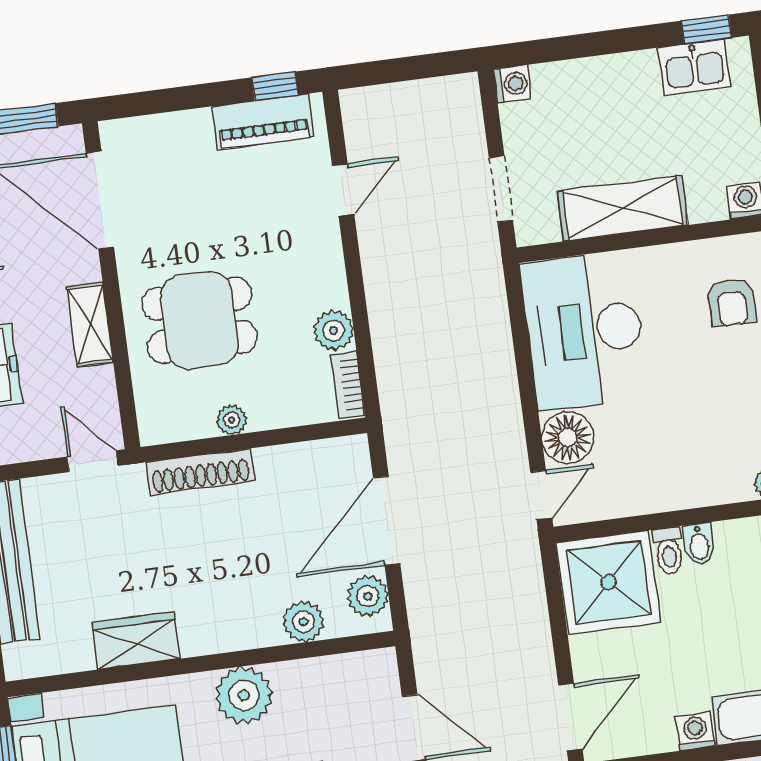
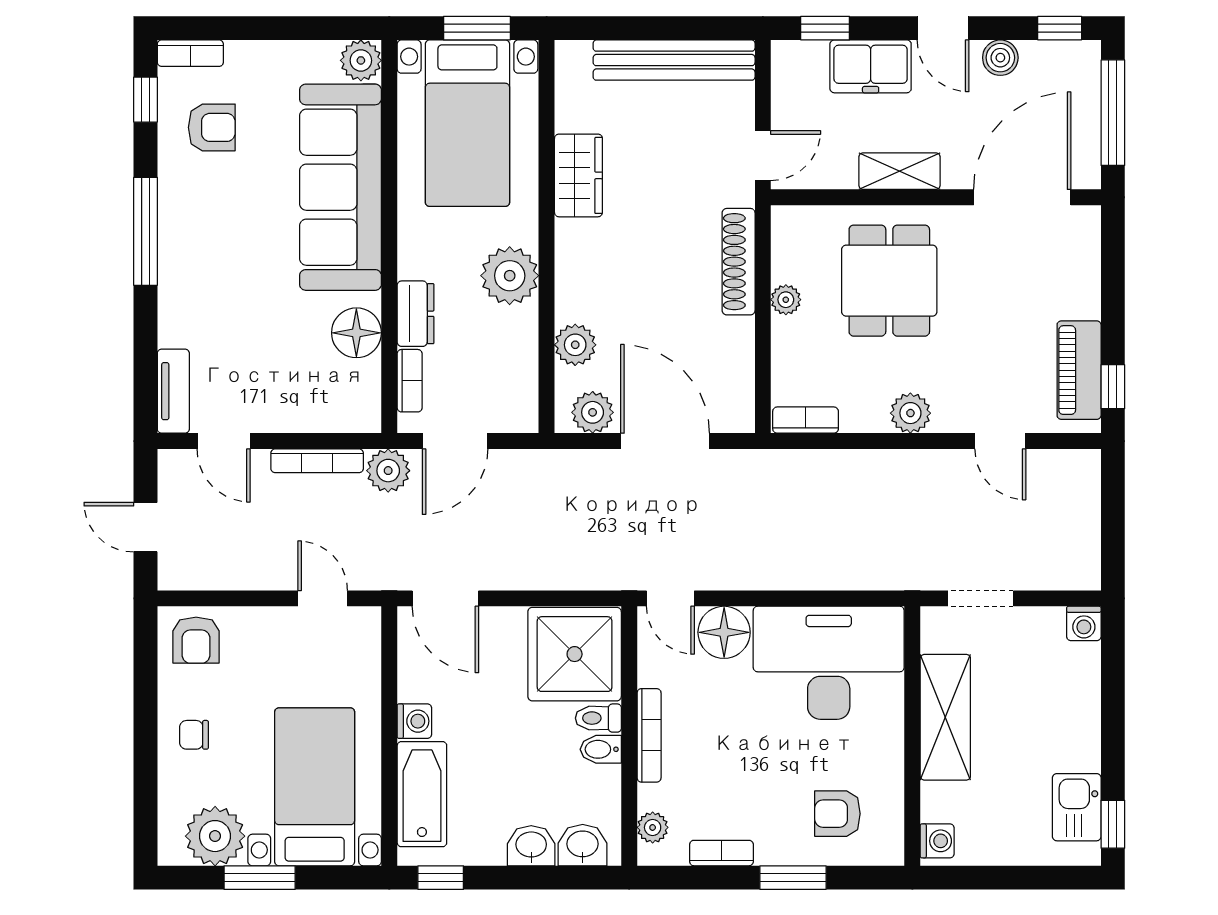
plant: (334, 330) -> (910, 413), moved
bookcase: (679, 498) -> (649, 735), added

